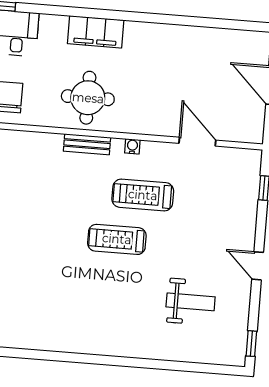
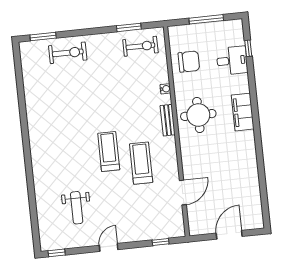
water cooler: (132, 146) -> (165, 89), moved

